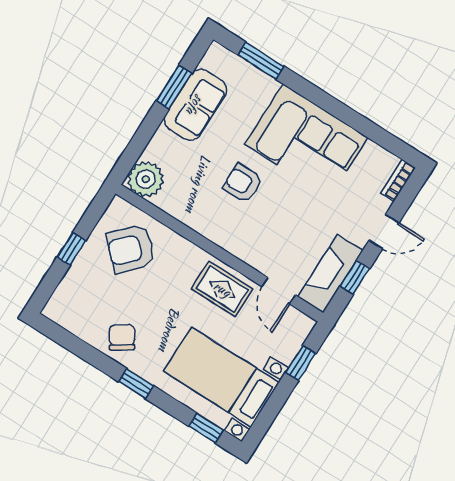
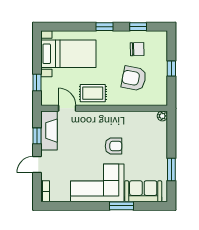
window: (261, 61) -> (122, 206), moved
sofa: (195, 105) -> (143, 191), moved, turned 90
plant: (146, 179) -> (162, 116), width x0.53, depth x0.53
armchair: (131, 249) -> (134, 78), moved, turned -123
chair: (122, 337) -> (137, 49), moved, turned -58
window: (206, 428) -> (138, 27), moved

